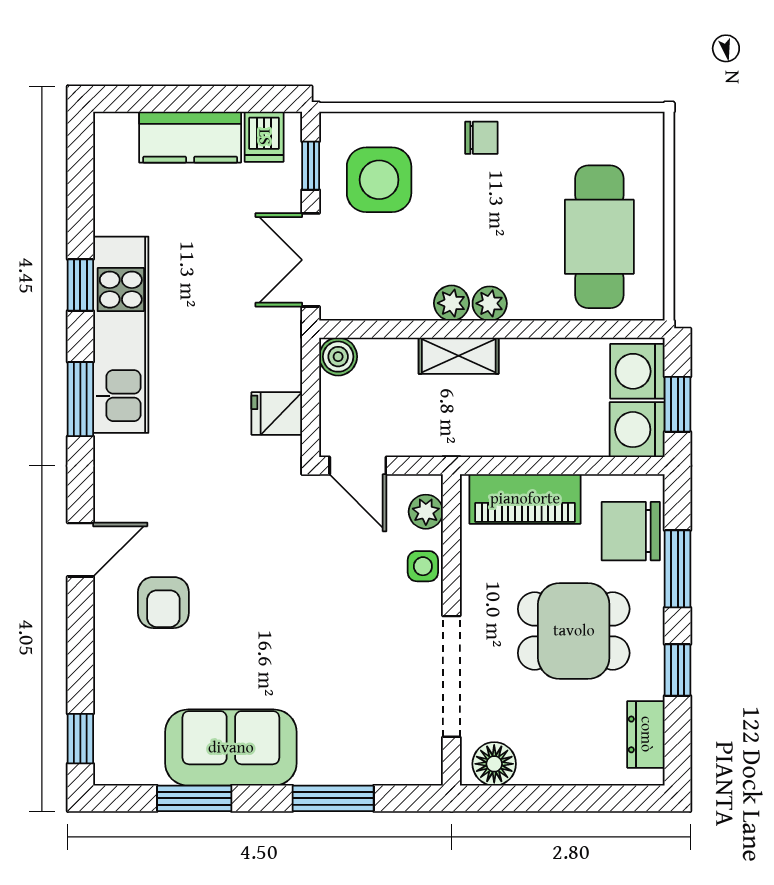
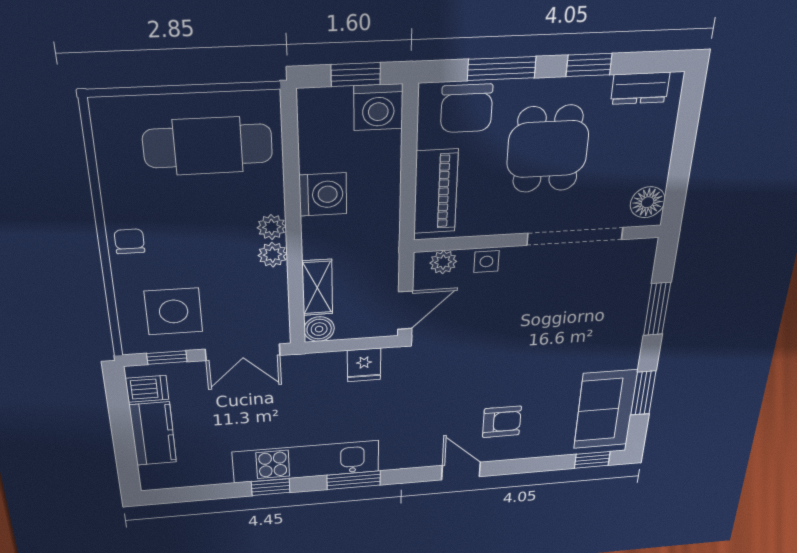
shelving: (459, 356) -> (317, 287), moved
washing machine: (637, 371) -> (323, 195), moved, turned -90
sofa: (231, 748) -> (605, 409), moved

